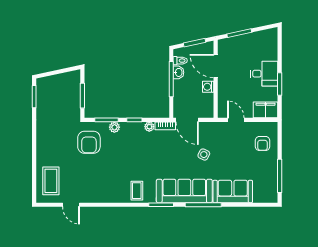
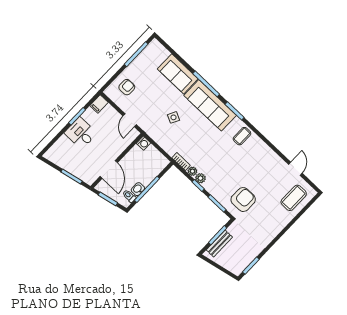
washing machine: (208, 87) -> (143, 143), moved
bench: (75, 90) -> (219, 244), added
filing cabinet: (266, 110) -> (99, 104), width x0.50
door: (187, 120) -> (162, 152), removed
plant: (114, 127) -> (200, 178), moved

